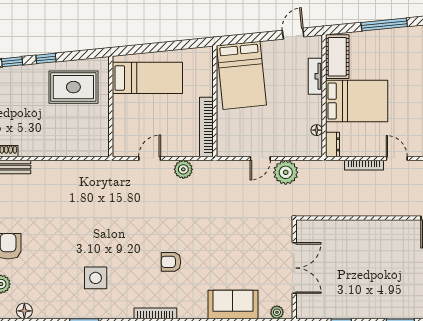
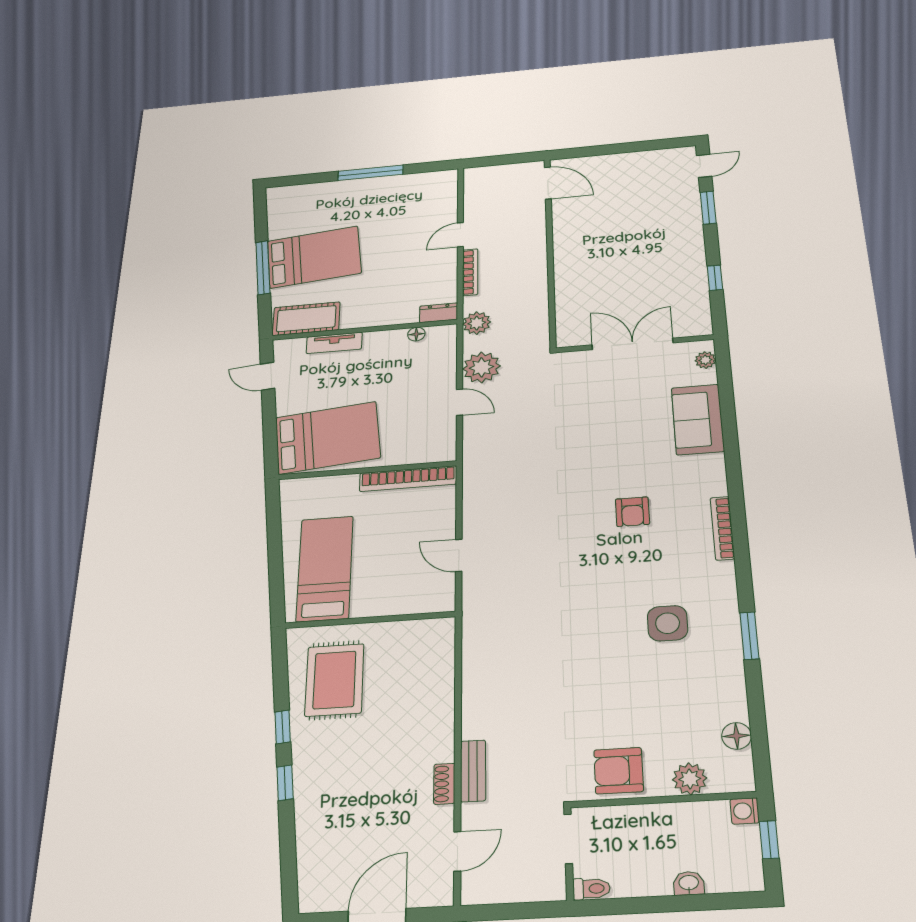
bed: (357, 101) -> (314, 257), moved, turned 84
plant: (183, 169) -> (477, 323), moved

